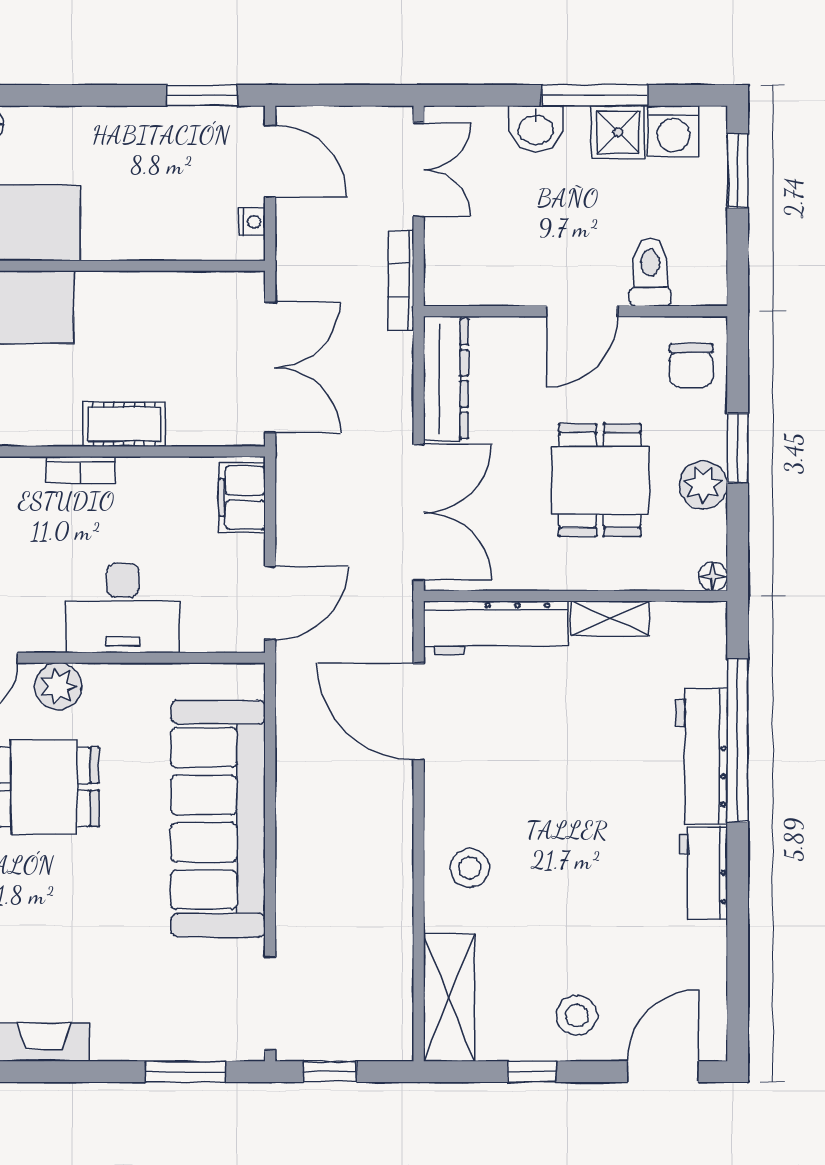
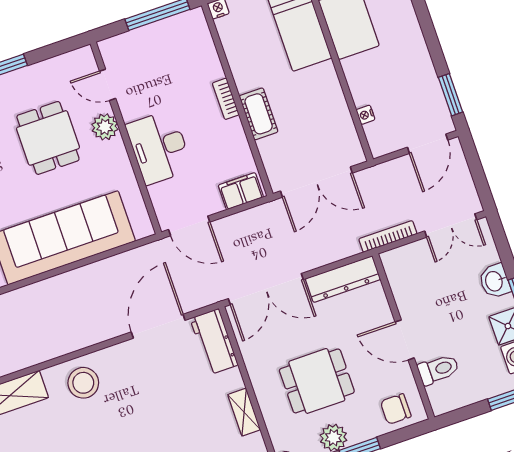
nightstand: (252, 222) -> (365, 115), moved, turned 90
workbench: (496, 628) -> (214, 342), width x0.73
stool: (470, 868) -> (83, 383), width x1.38, depth x1.38

